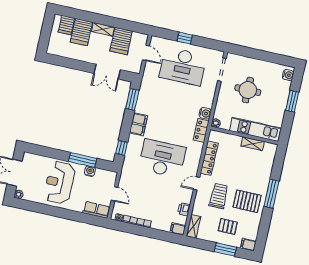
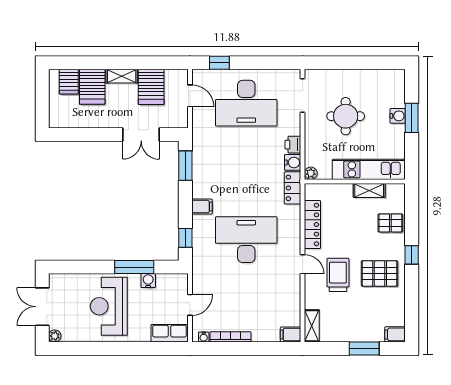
window: (185, 38) -> (219, 63), moved
water cooler: (288, 75) -> (398, 116), moved
filing cabinet: (139, 124) -> (202, 207), width x0.50
door: (197, 183) -> (303, 264), swing flipped
door: (114, 194) -> (190, 305), hinge flipped
window: (271, 194) -> (412, 255), width x0.46
printer: (184, 209) -> (293, 145), moved
pallet: (228, 226) -> (390, 223), moved

